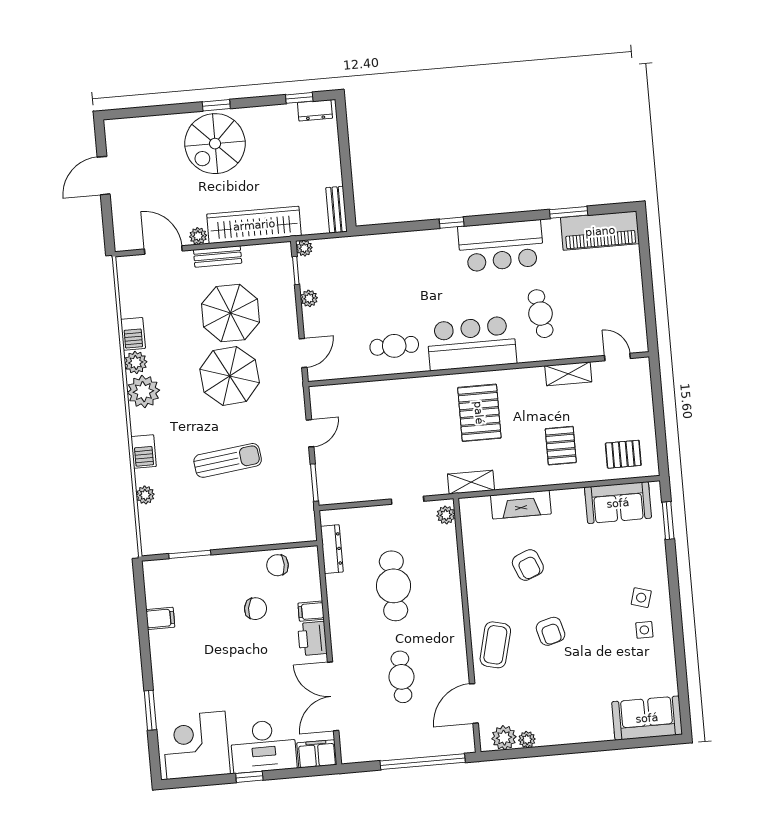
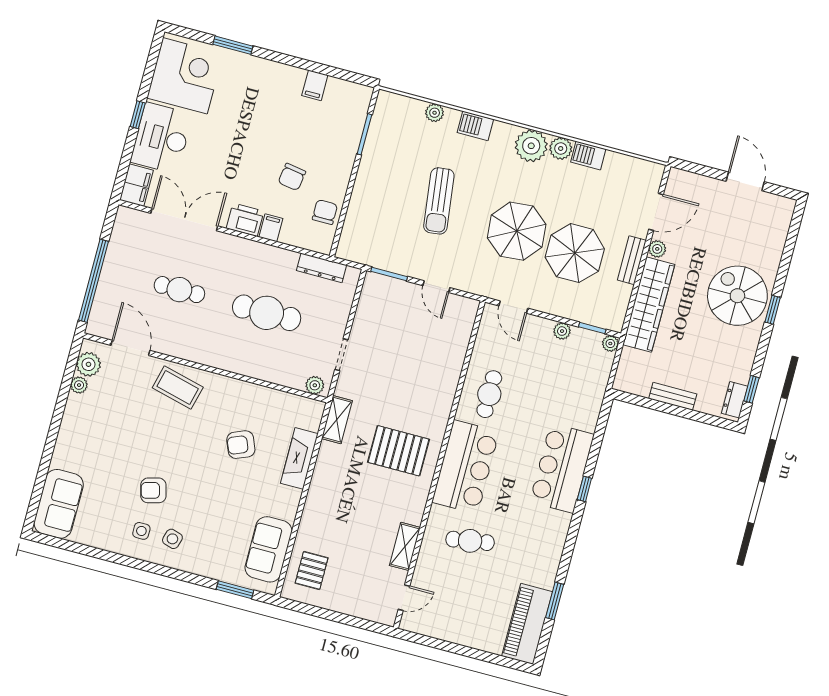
bench: (336, 210) -> (673, 396), moved
bar counter: (501, 246) -> (562, 468), moved
pallet: (561, 446) -> (341, 515), removed
armchair: (551, 631) -> (153, 490), moved

